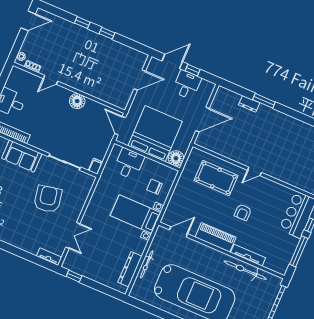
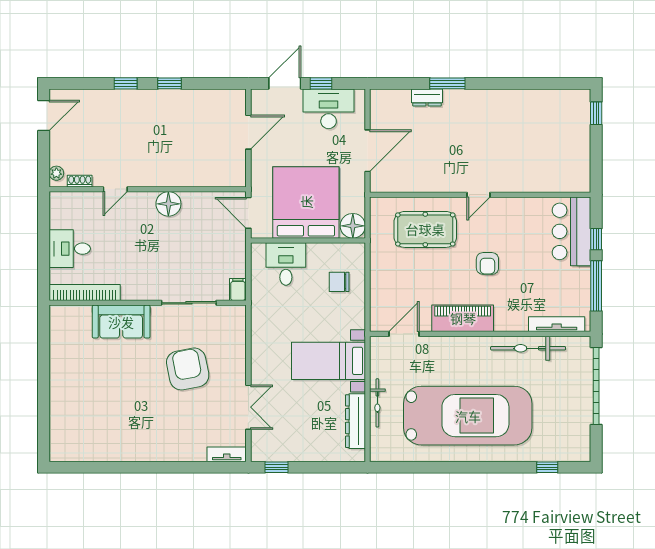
desk: (187, 85) -> (329, 109), width x1.37
bed with nightstands: (136, 214) -> (328, 361), moved
tv unit: (248, 255) -> (557, 324), moved

